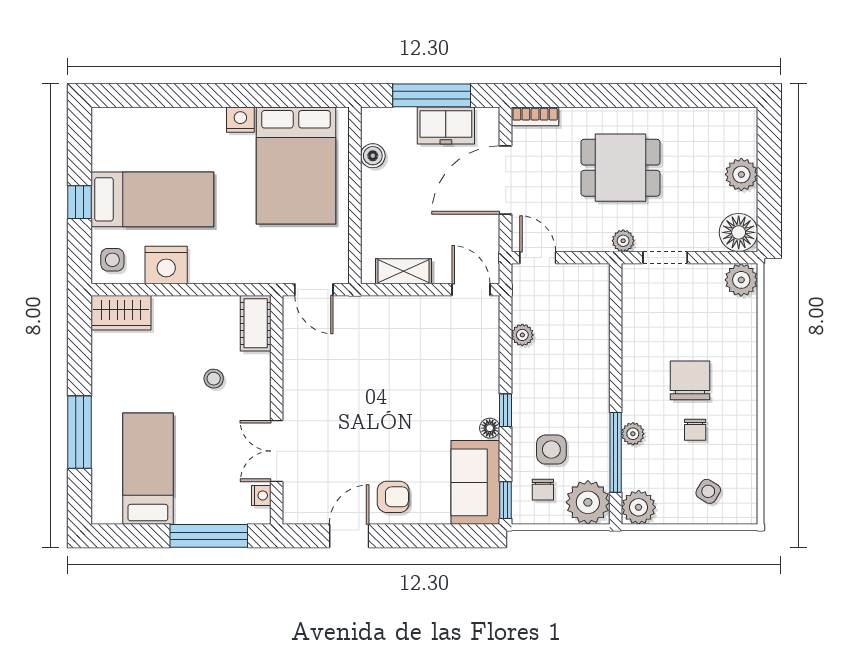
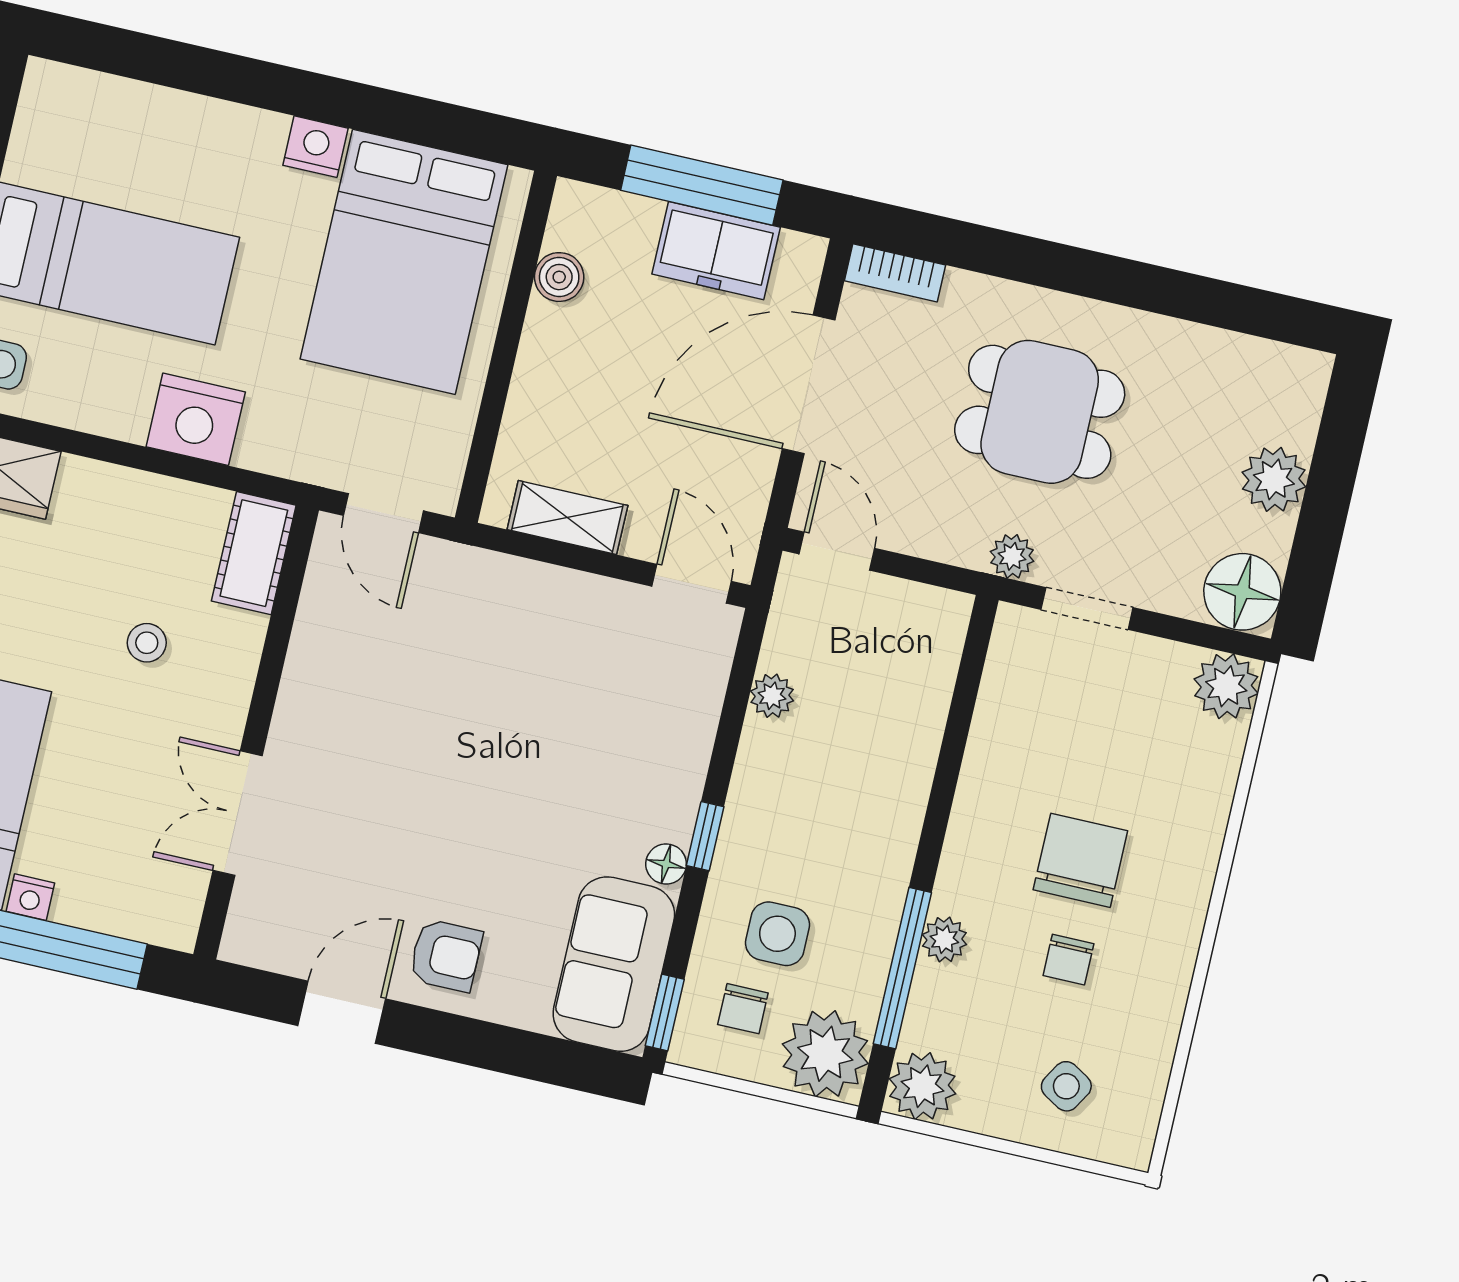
nightstand: (166, 265) -> (196, 419), moved
nightstand: (261, 495) -> (30, 897), moved, turned 90

